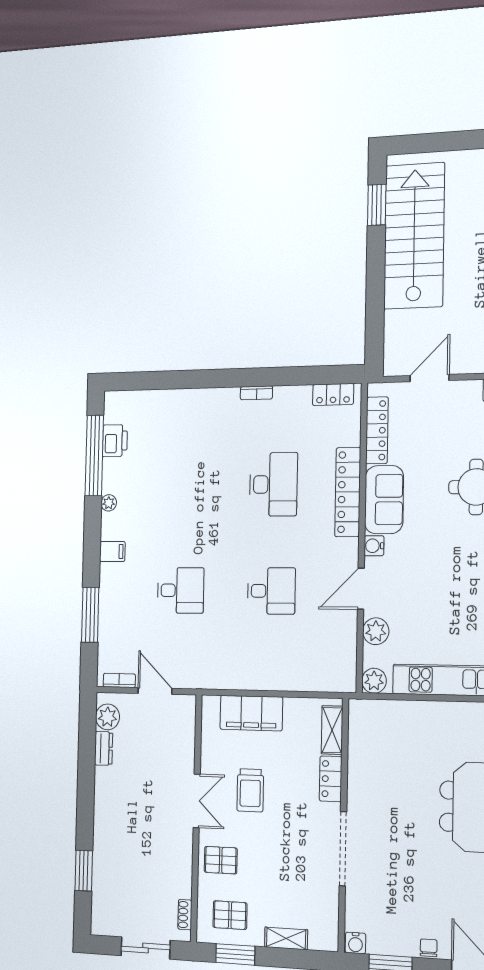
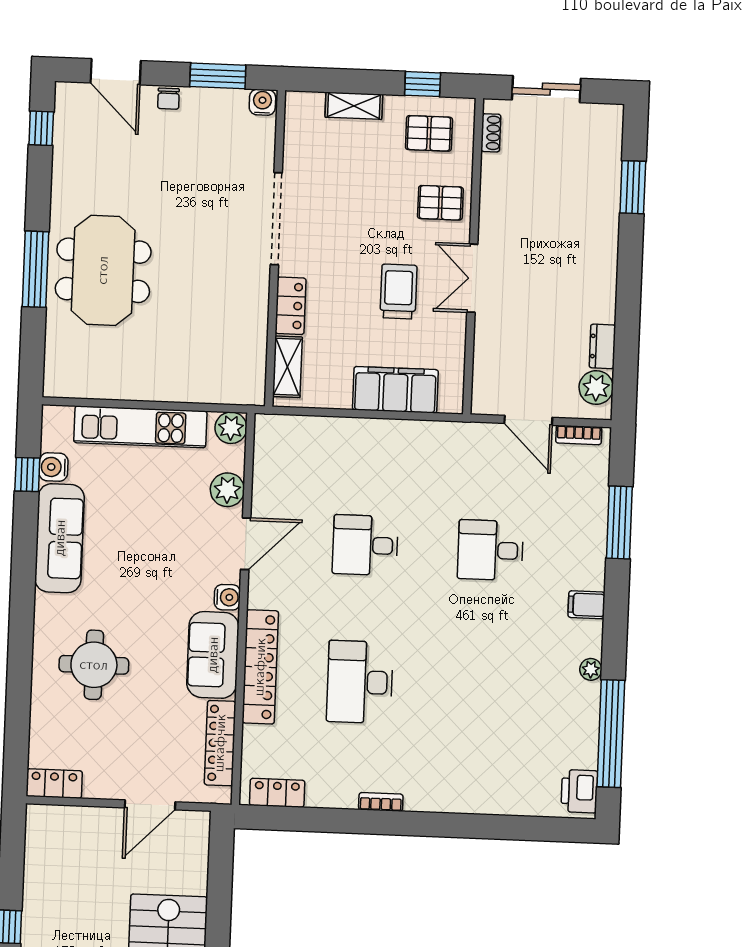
printer: (115, 441) -> (579, 791), moved
window: (235, 954) -> (423, 84), width x0.67

